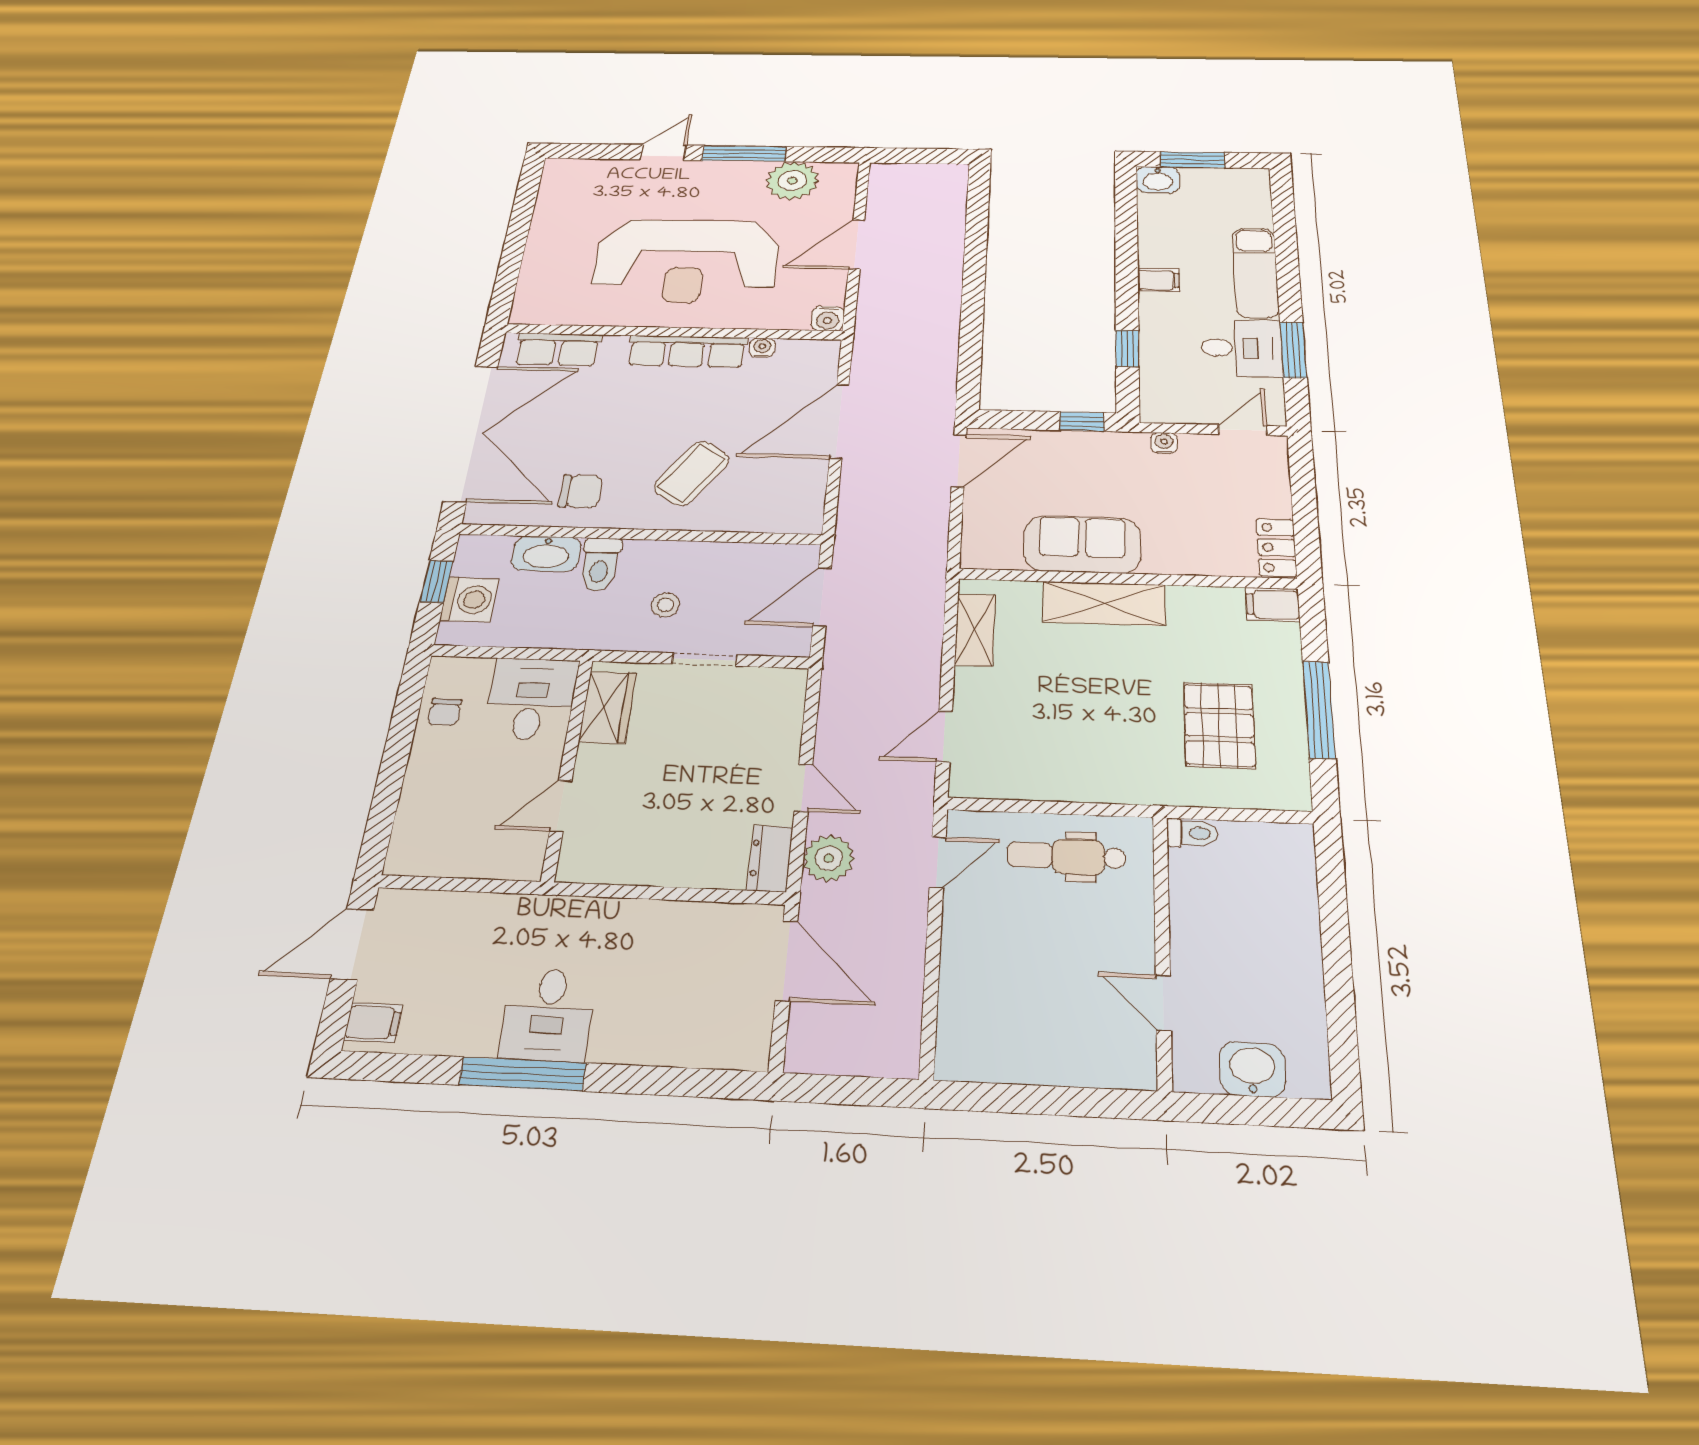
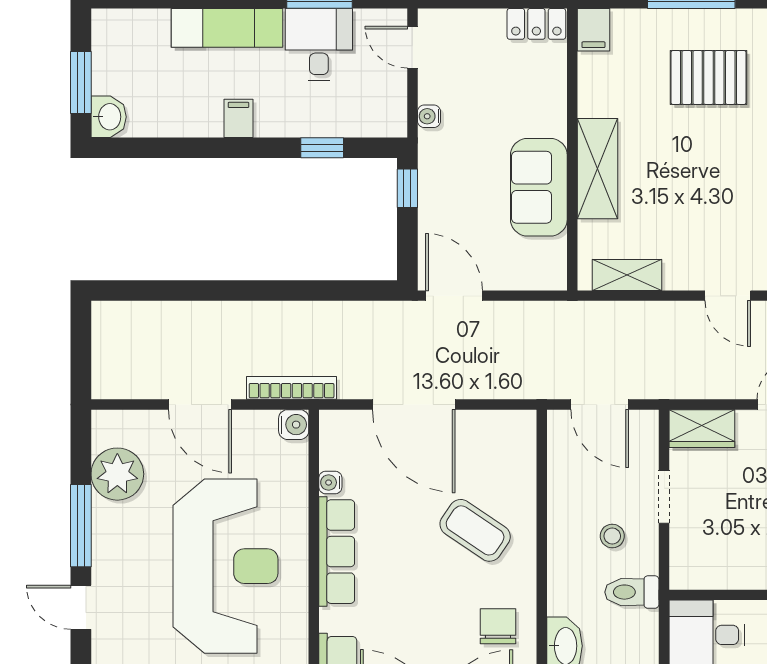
bookcase: (867, 318) -> (292, 388), added
toilet: (600, 564) -> (632, 592), moved, turned 180
wardrobe: (607, 707) -> (702, 429), moved, turned 180

